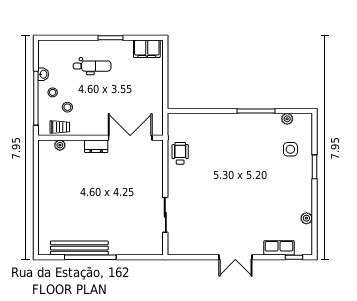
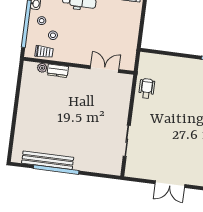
double door: (130, 138) -> (105, 69), width x0.73
dresser: (96, 146) -> (58, 71), moved
double door: (235, 257) -> (170, 184), moved

